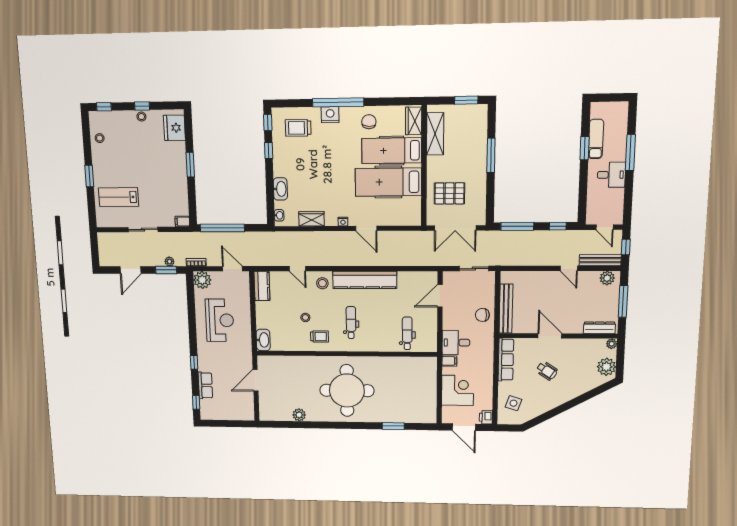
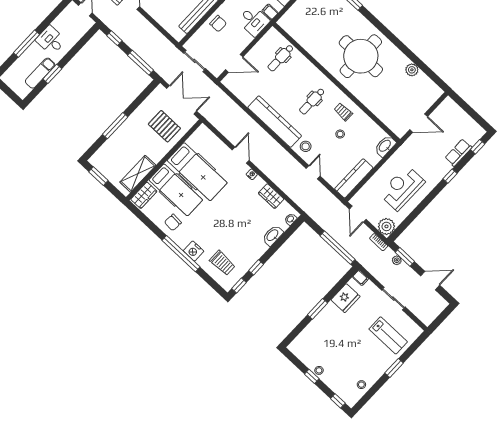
fridge: (174, 128) -> (345, 298), moved
kitchen counter: (262, 286) -> (354, 178), width x1.50

